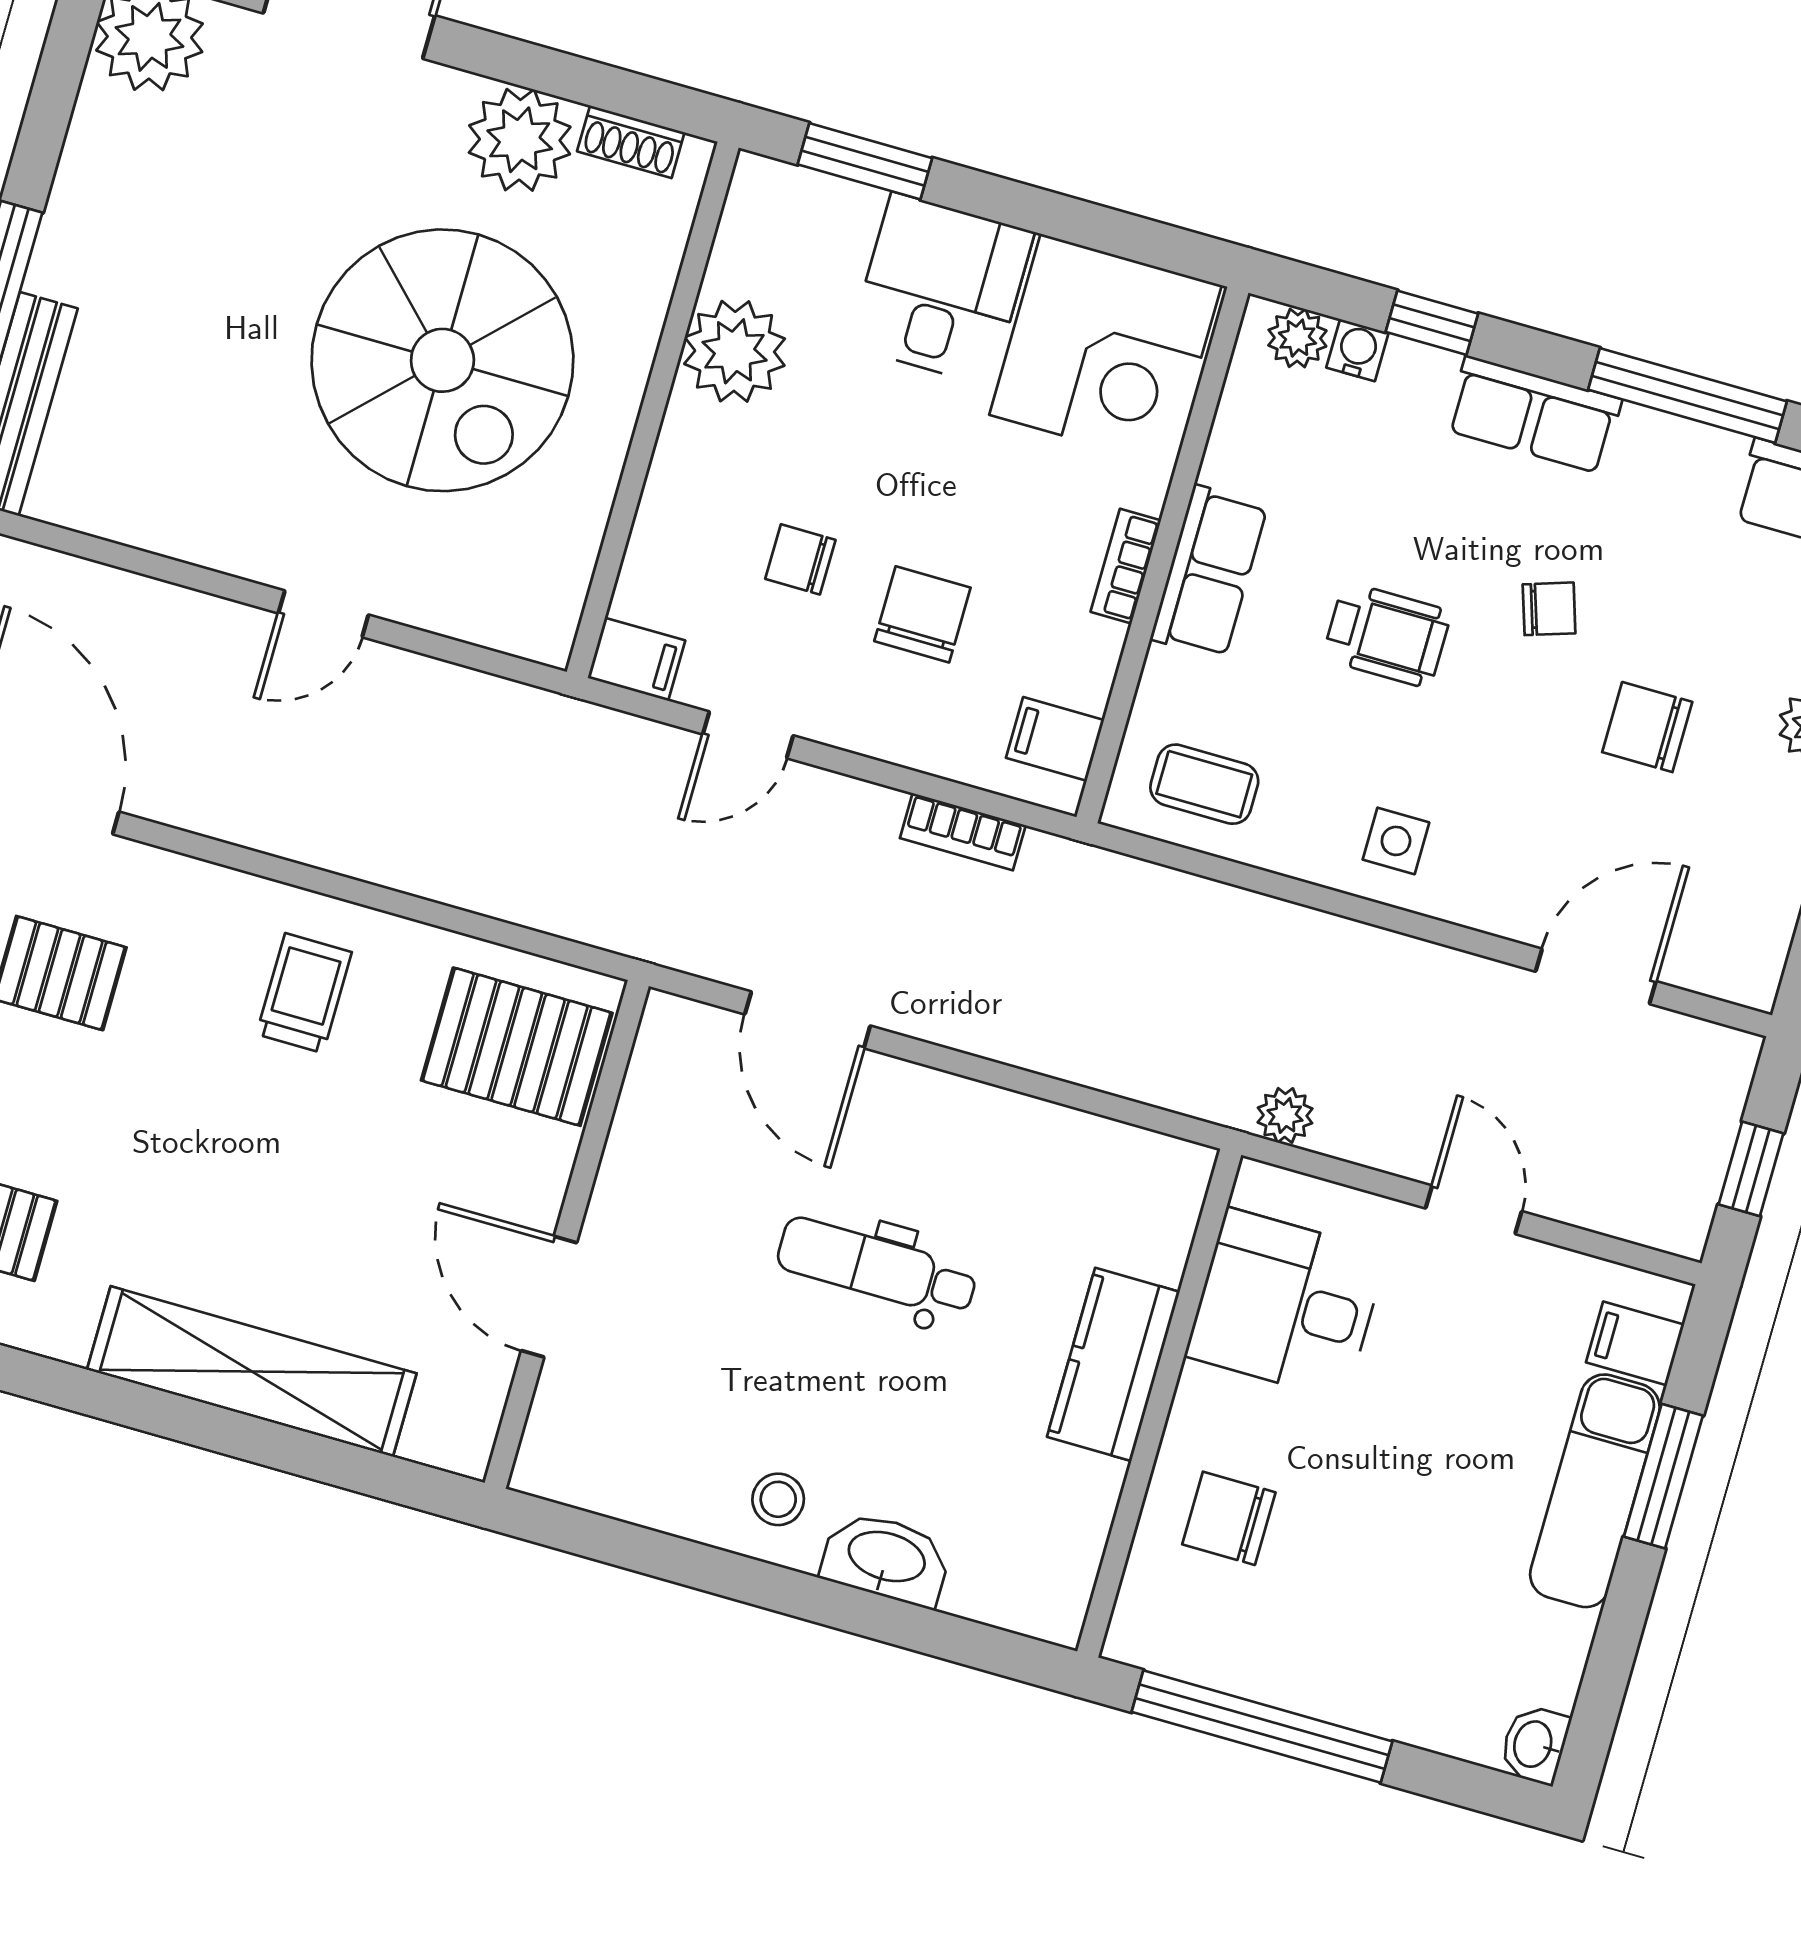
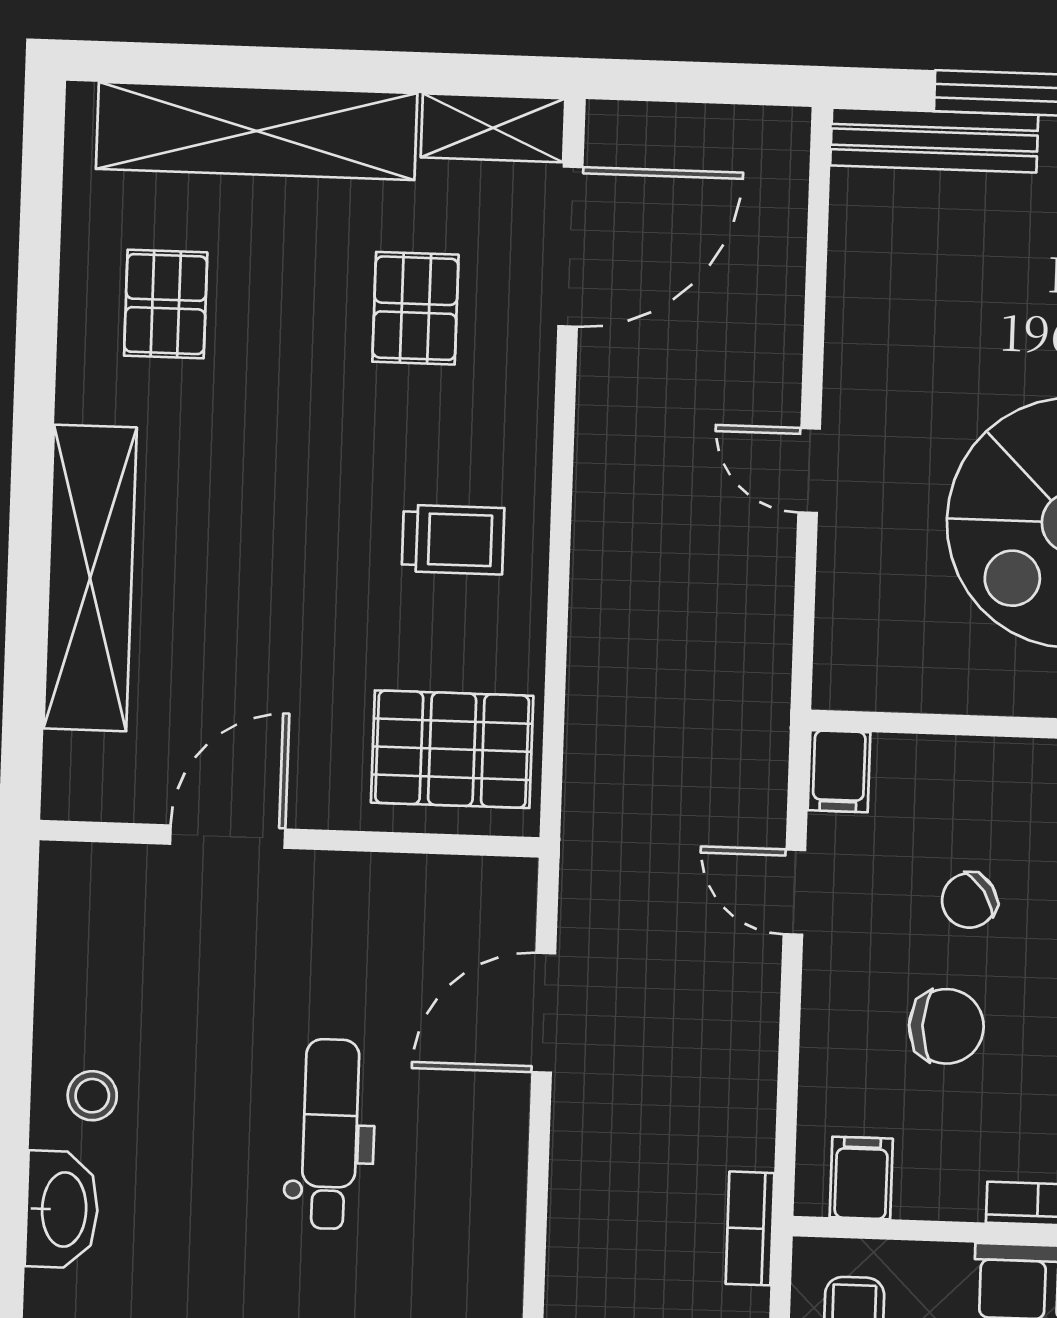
chair: (800, 559) -> (969, 900), turned -124
bookcase: (963, 832) -> (750, 1228), moved
pallet: (517, 1047) -> (452, 749), turned 90

